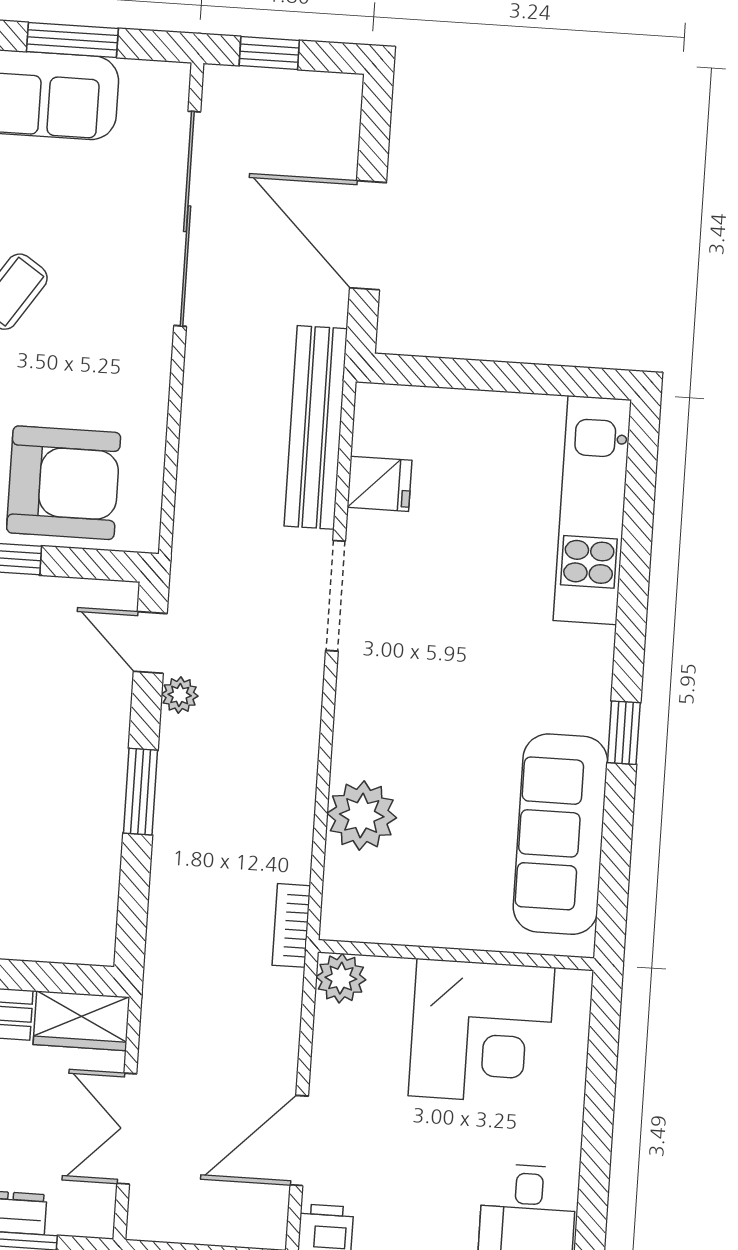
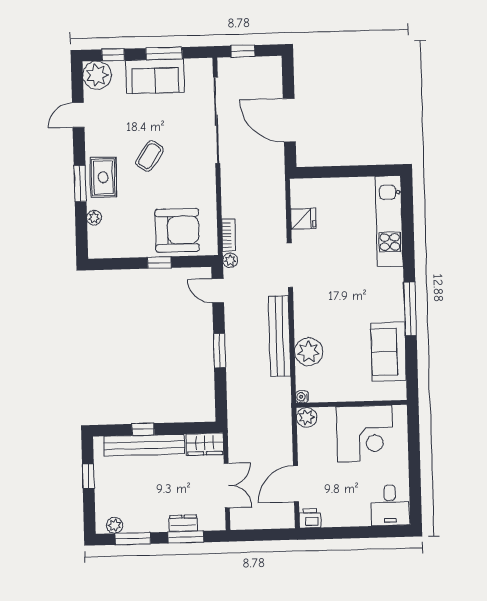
bench: (316, 427) -> (280, 336), moved
plant: (180, 695) -> (230, 260), moved
window: (624, 733) -> (410, 309), width x2.17
sofa: (560, 834) -> (389, 352), width x0.73
bookcase: (291, 925) -> (229, 235), moved, turned 180
water cooler: (335, 926) -> (302, 397), added
double door: (127, 1129) -> (227, 485), swing flipped

